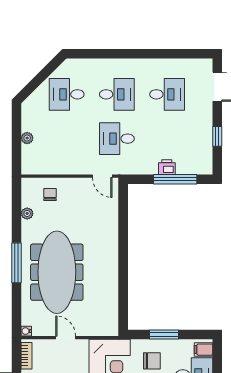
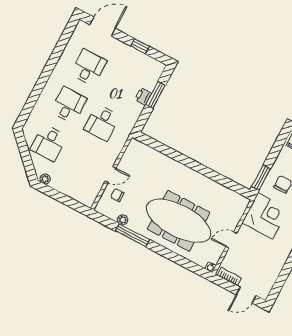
plant: (27, 138) -> (45, 179), moved
door: (102, 176) -> (110, 175), moved
window: (175, 179) -> (156, 95), width x0.69
window: (16, 263) -> (132, 235), moved
window: (164, 335) -> (261, 178), moved

